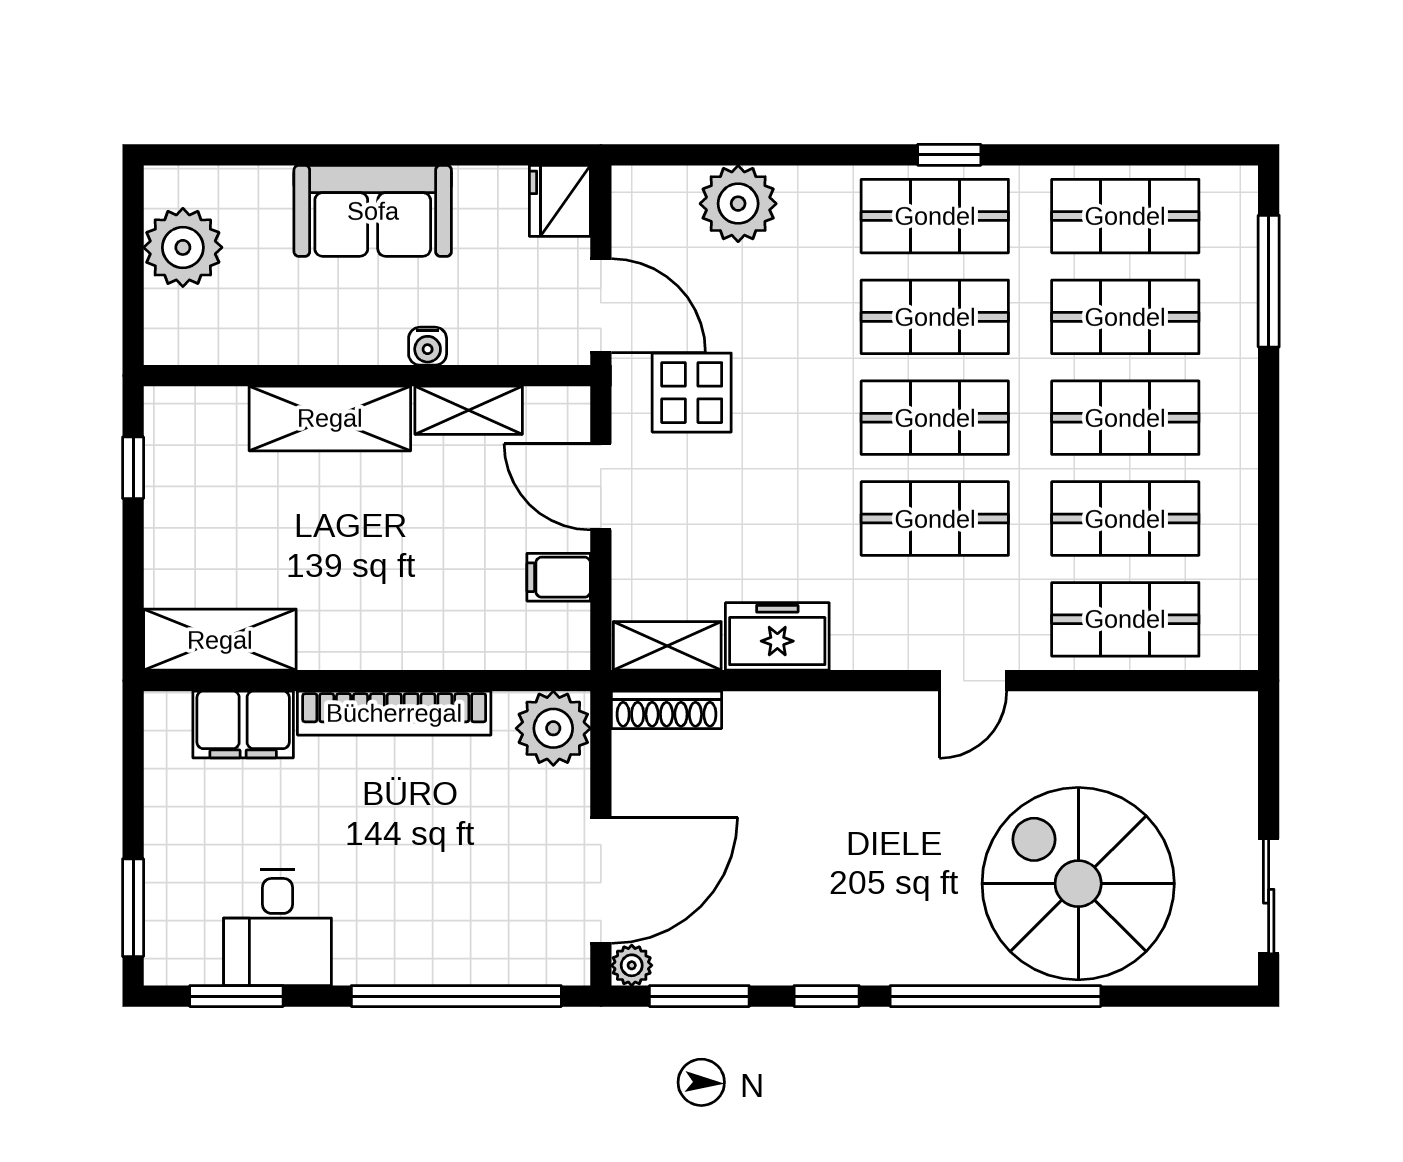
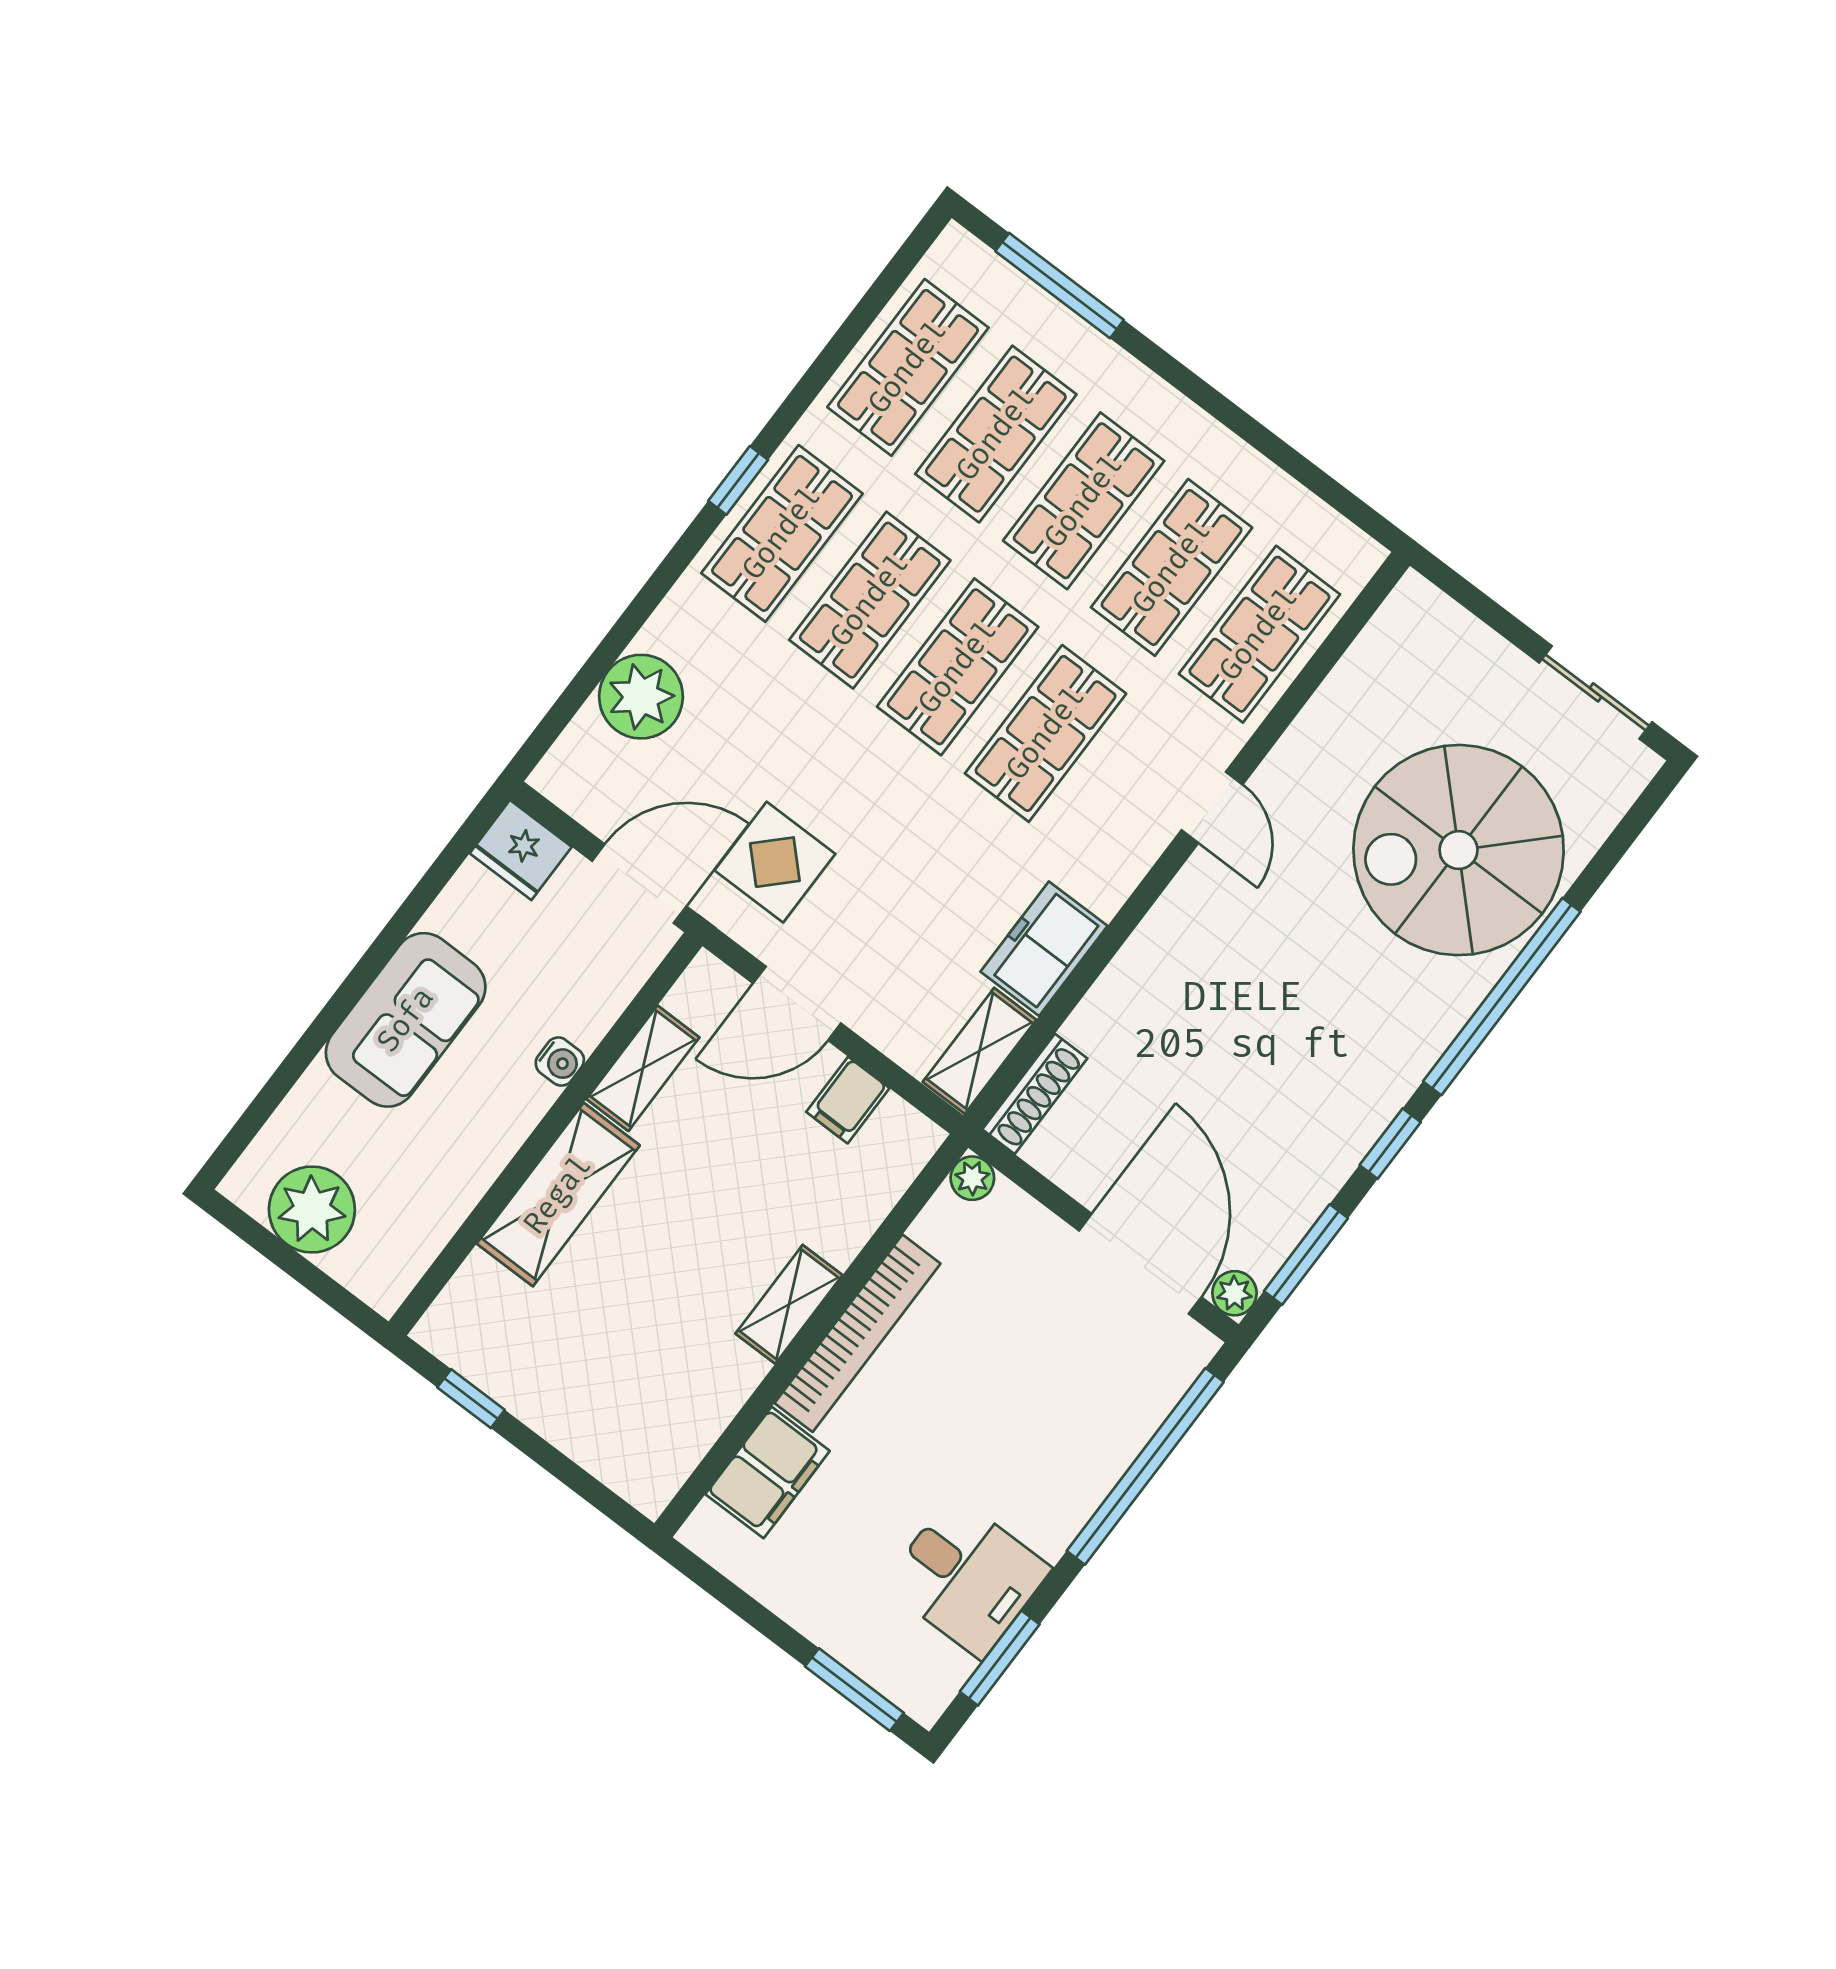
shelving: (220, 640) -> (789, 1304), moved, width x0.67, depth x0.75
plant: (553, 728) -> (972, 1178), width x0.53, depth x0.53

